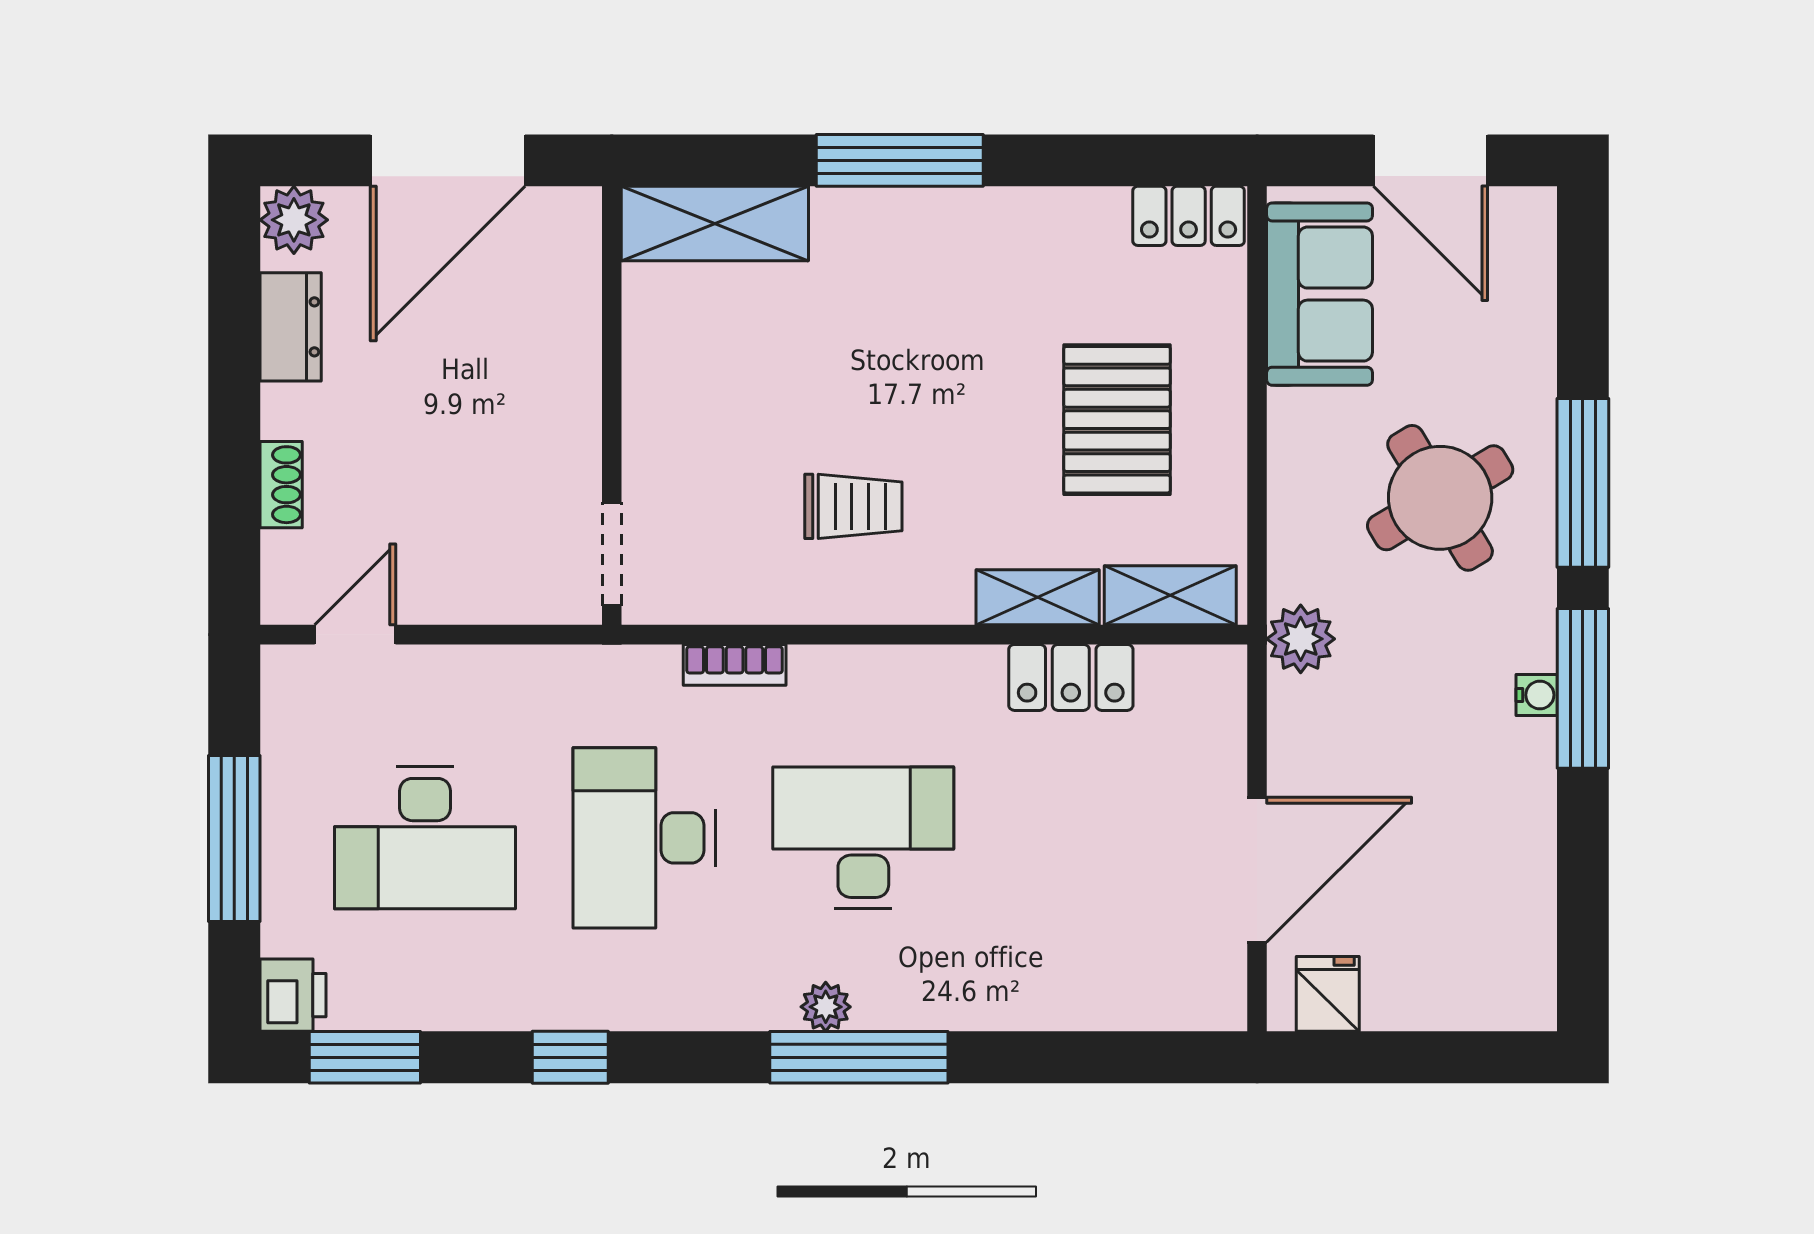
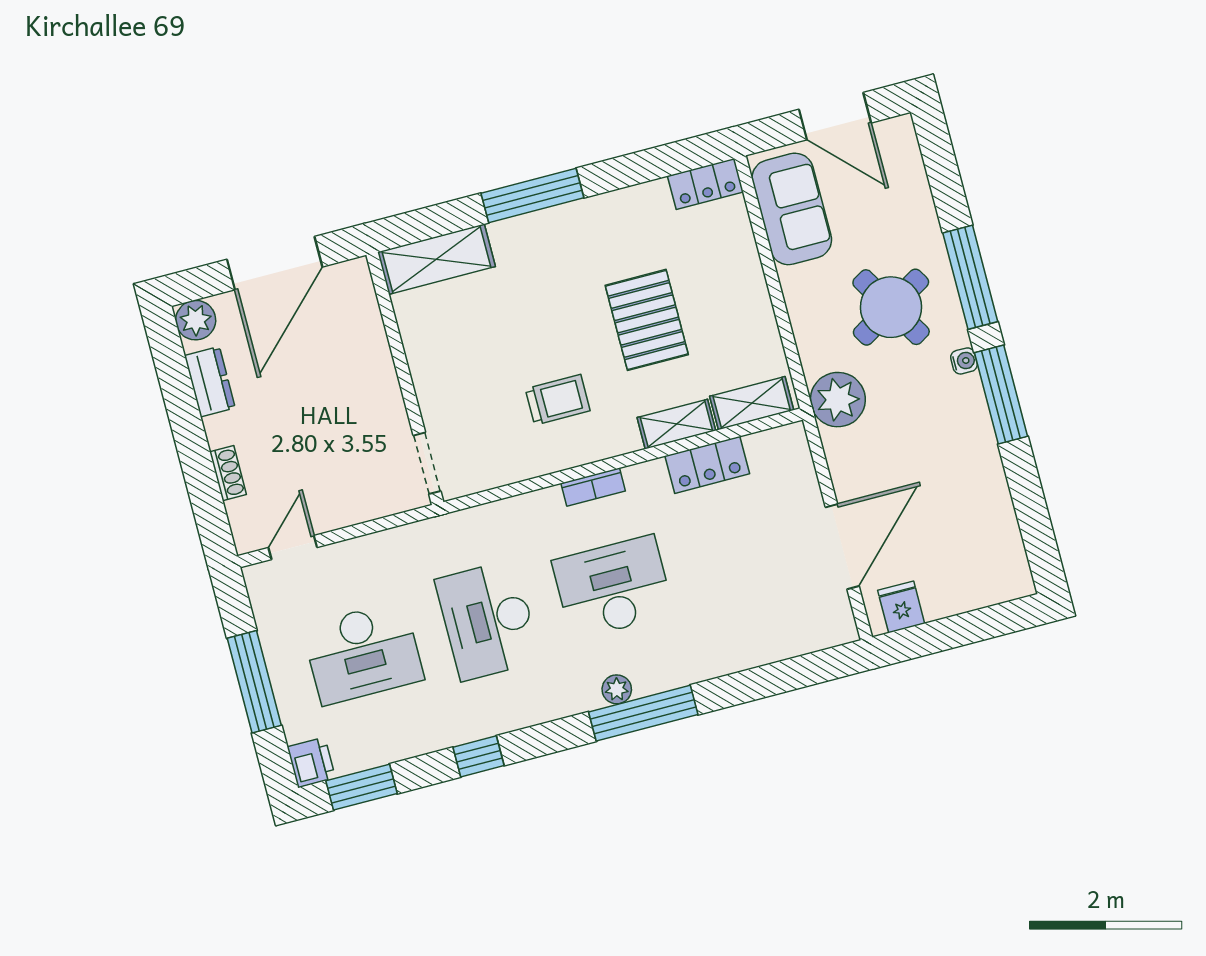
pallet: (1117, 420) -> (647, 320), moved
plant: (1301, 639) -> (838, 400), width x1.36, depth x1.36
bookcase: (735, 665) -> (593, 487), moved
water cooler: (1537, 695) -> (964, 361), moved

